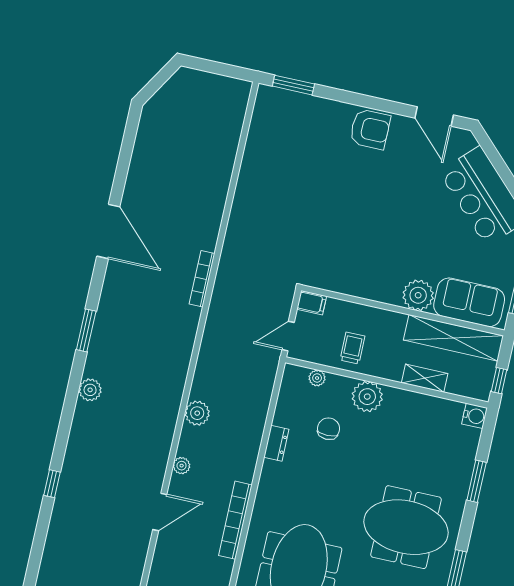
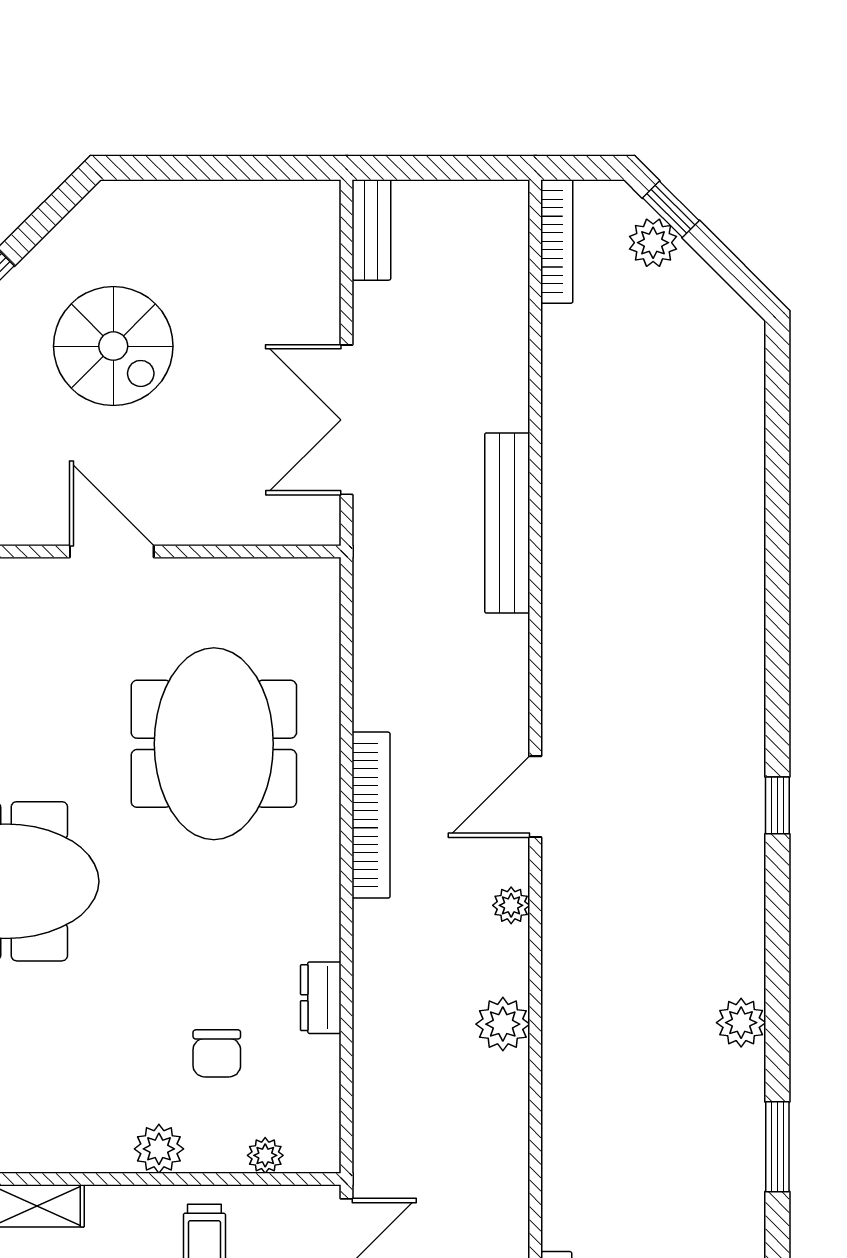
plant: (367, 397) -> (159, 1149), width x0.73, depth x0.73

